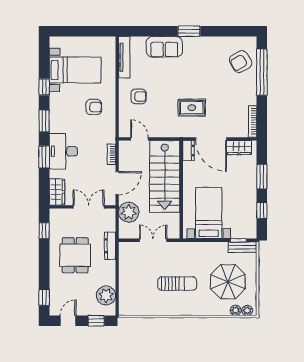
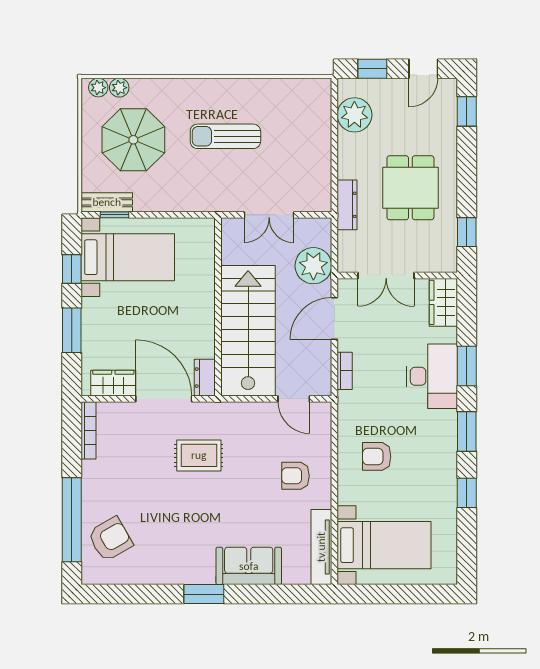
bed with nightstands: (75, 70) -> (384, 545), moved, turned 180
bed with nightstands: (209, 213) -> (128, 257), moved, turned -90

